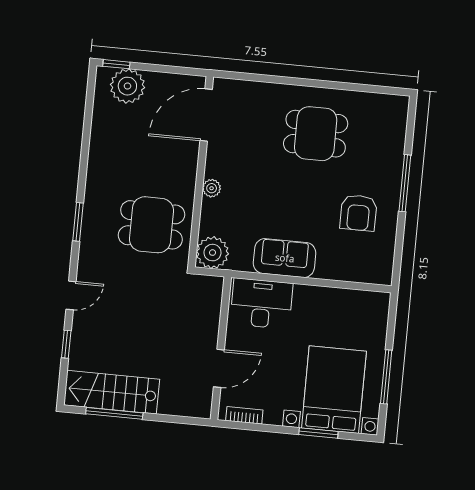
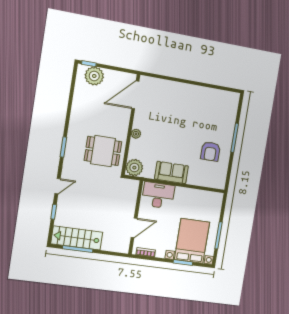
dining table: (316, 134) -> (192, 109), removed

